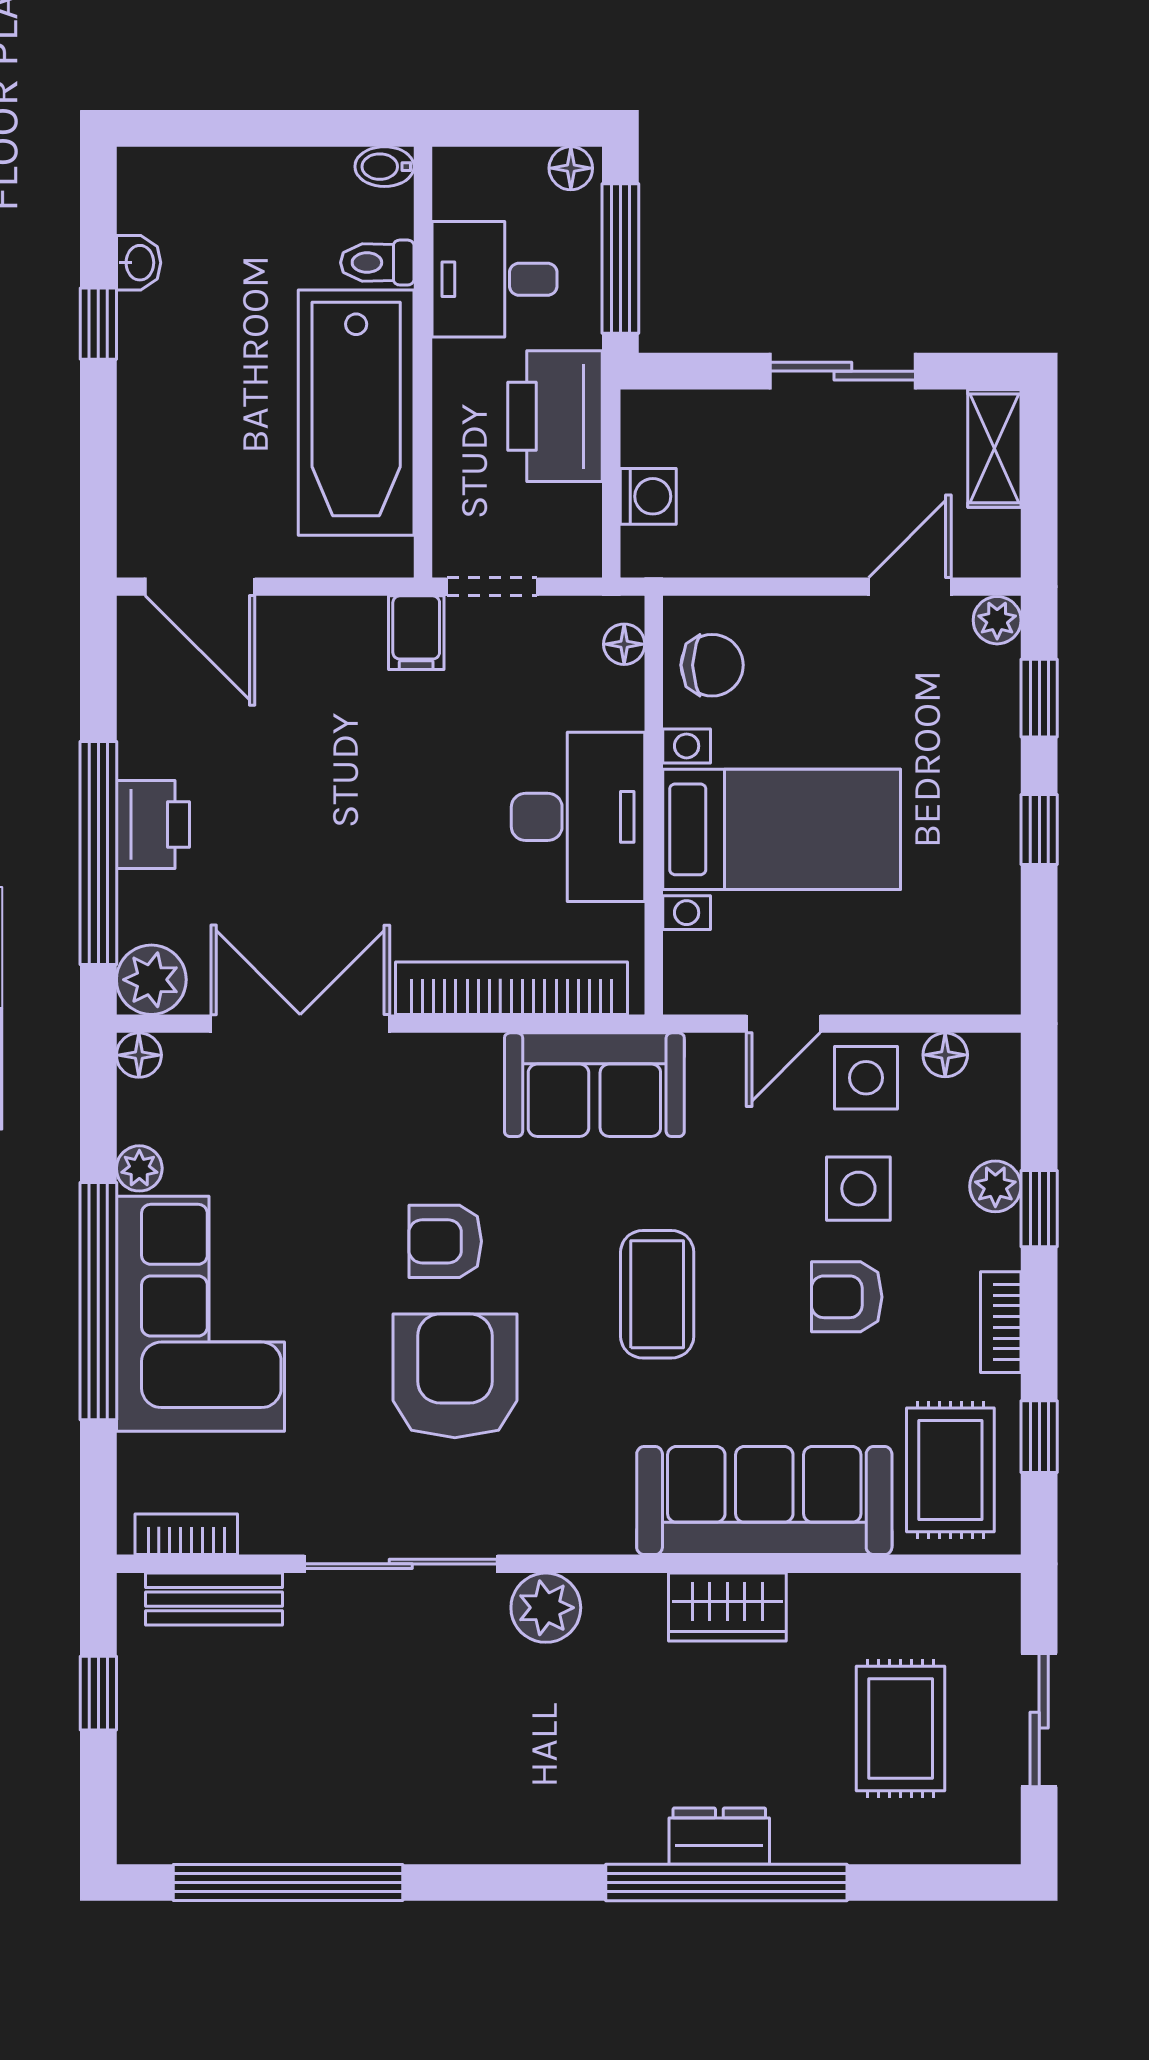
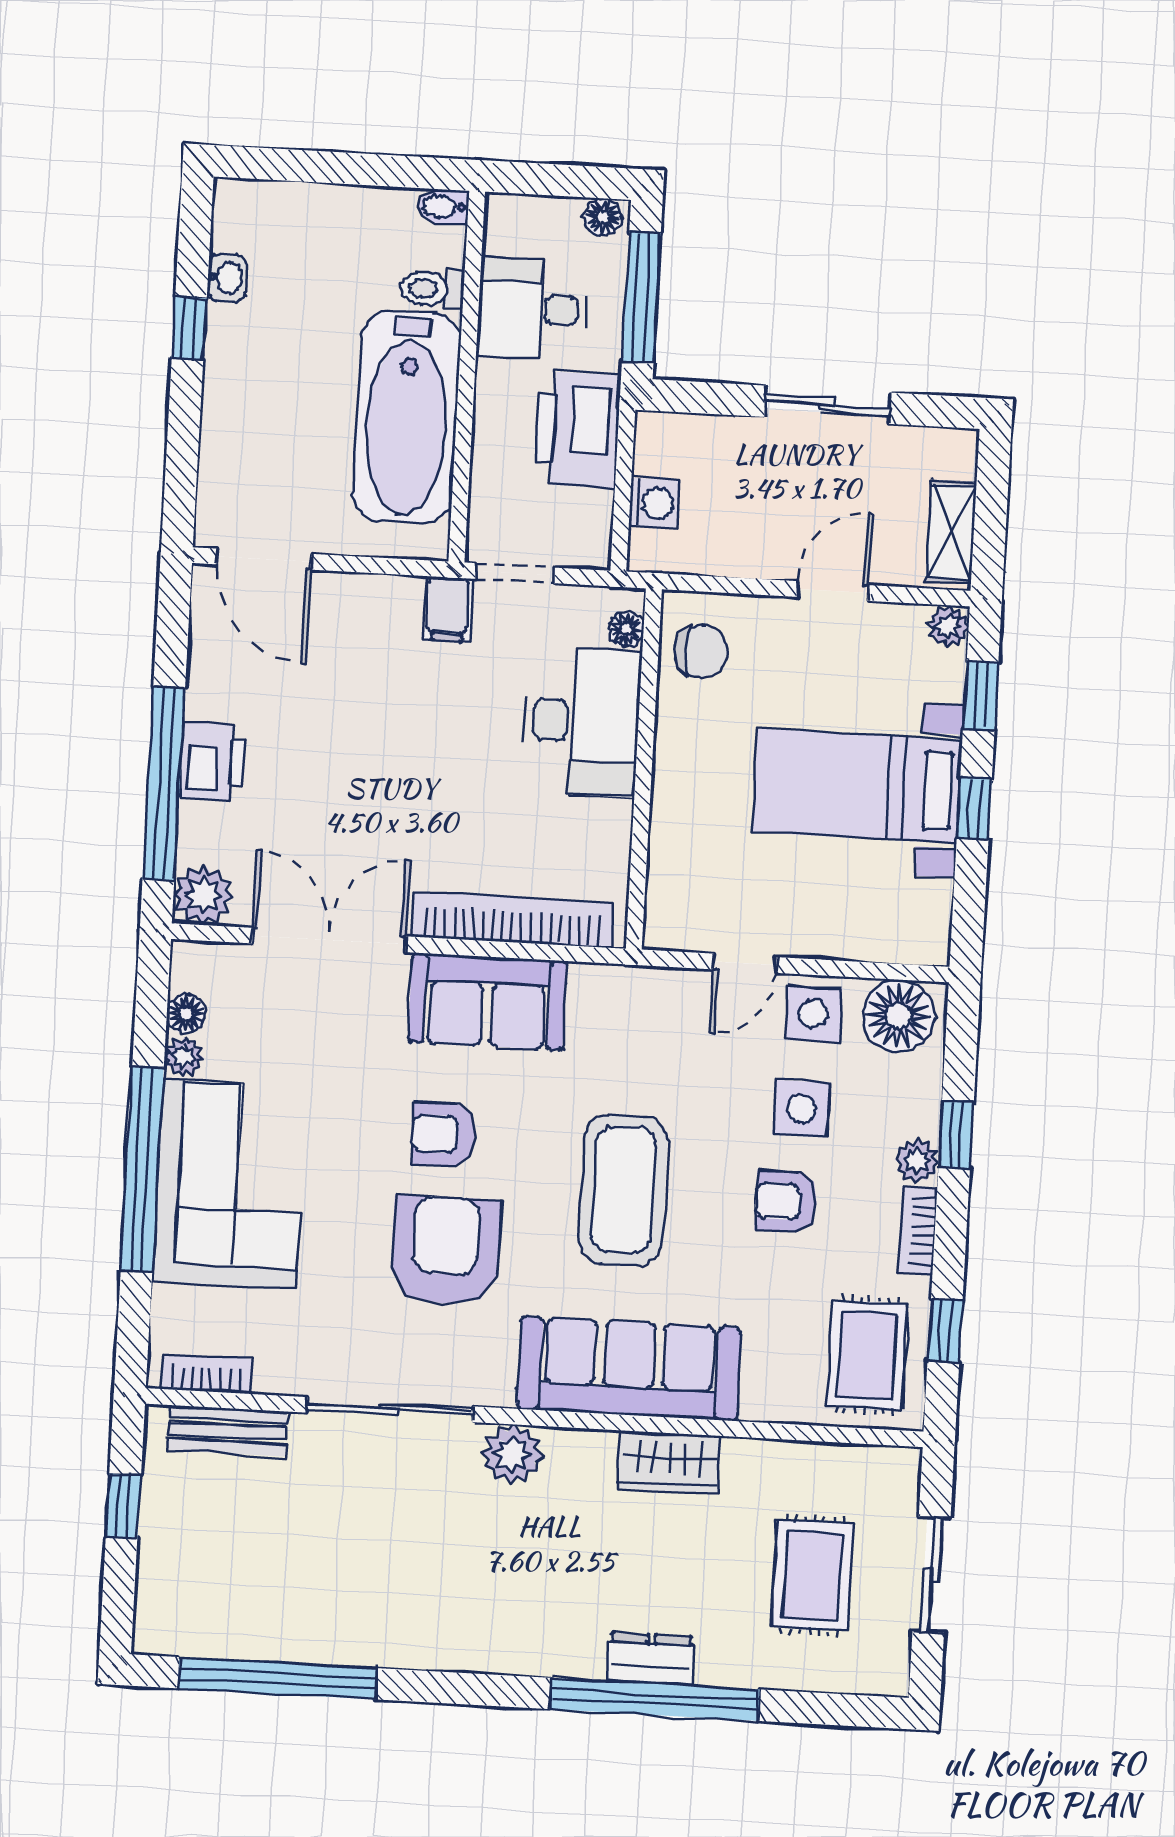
shelving: (994, 448) -> (951, 532), moved
door: (910, 587) -> (833, 591), moved
desk: (578, 817) -> (581, 722), moved
bed with nightstands: (782, 829) -> (857, 786), moved, turned 180
floor lamp: (139, 1055) -> (186, 1014), moved
floor lamp: (945, 1055) -> (899, 1016), width x1.89, depth x1.89
sofa: (594, 1085) -> (487, 1001), moved
plant: (995, 1186) -> (917, 1161), moved
coffee table: (657, 1294) -> (623, 1190), width x1.36, depth x1.32
sofa: (764, 1501) -> (629, 1368), moved

